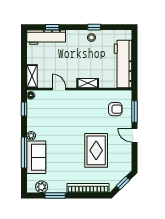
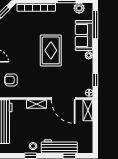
workbench: (46, 37) -> (59, 146), moved
door: (59, 89) -> (63, 99), width x1.87
rug: (96, 150) -> (51, 50), moved
window: (24, 153) -> (95, 25), moved

